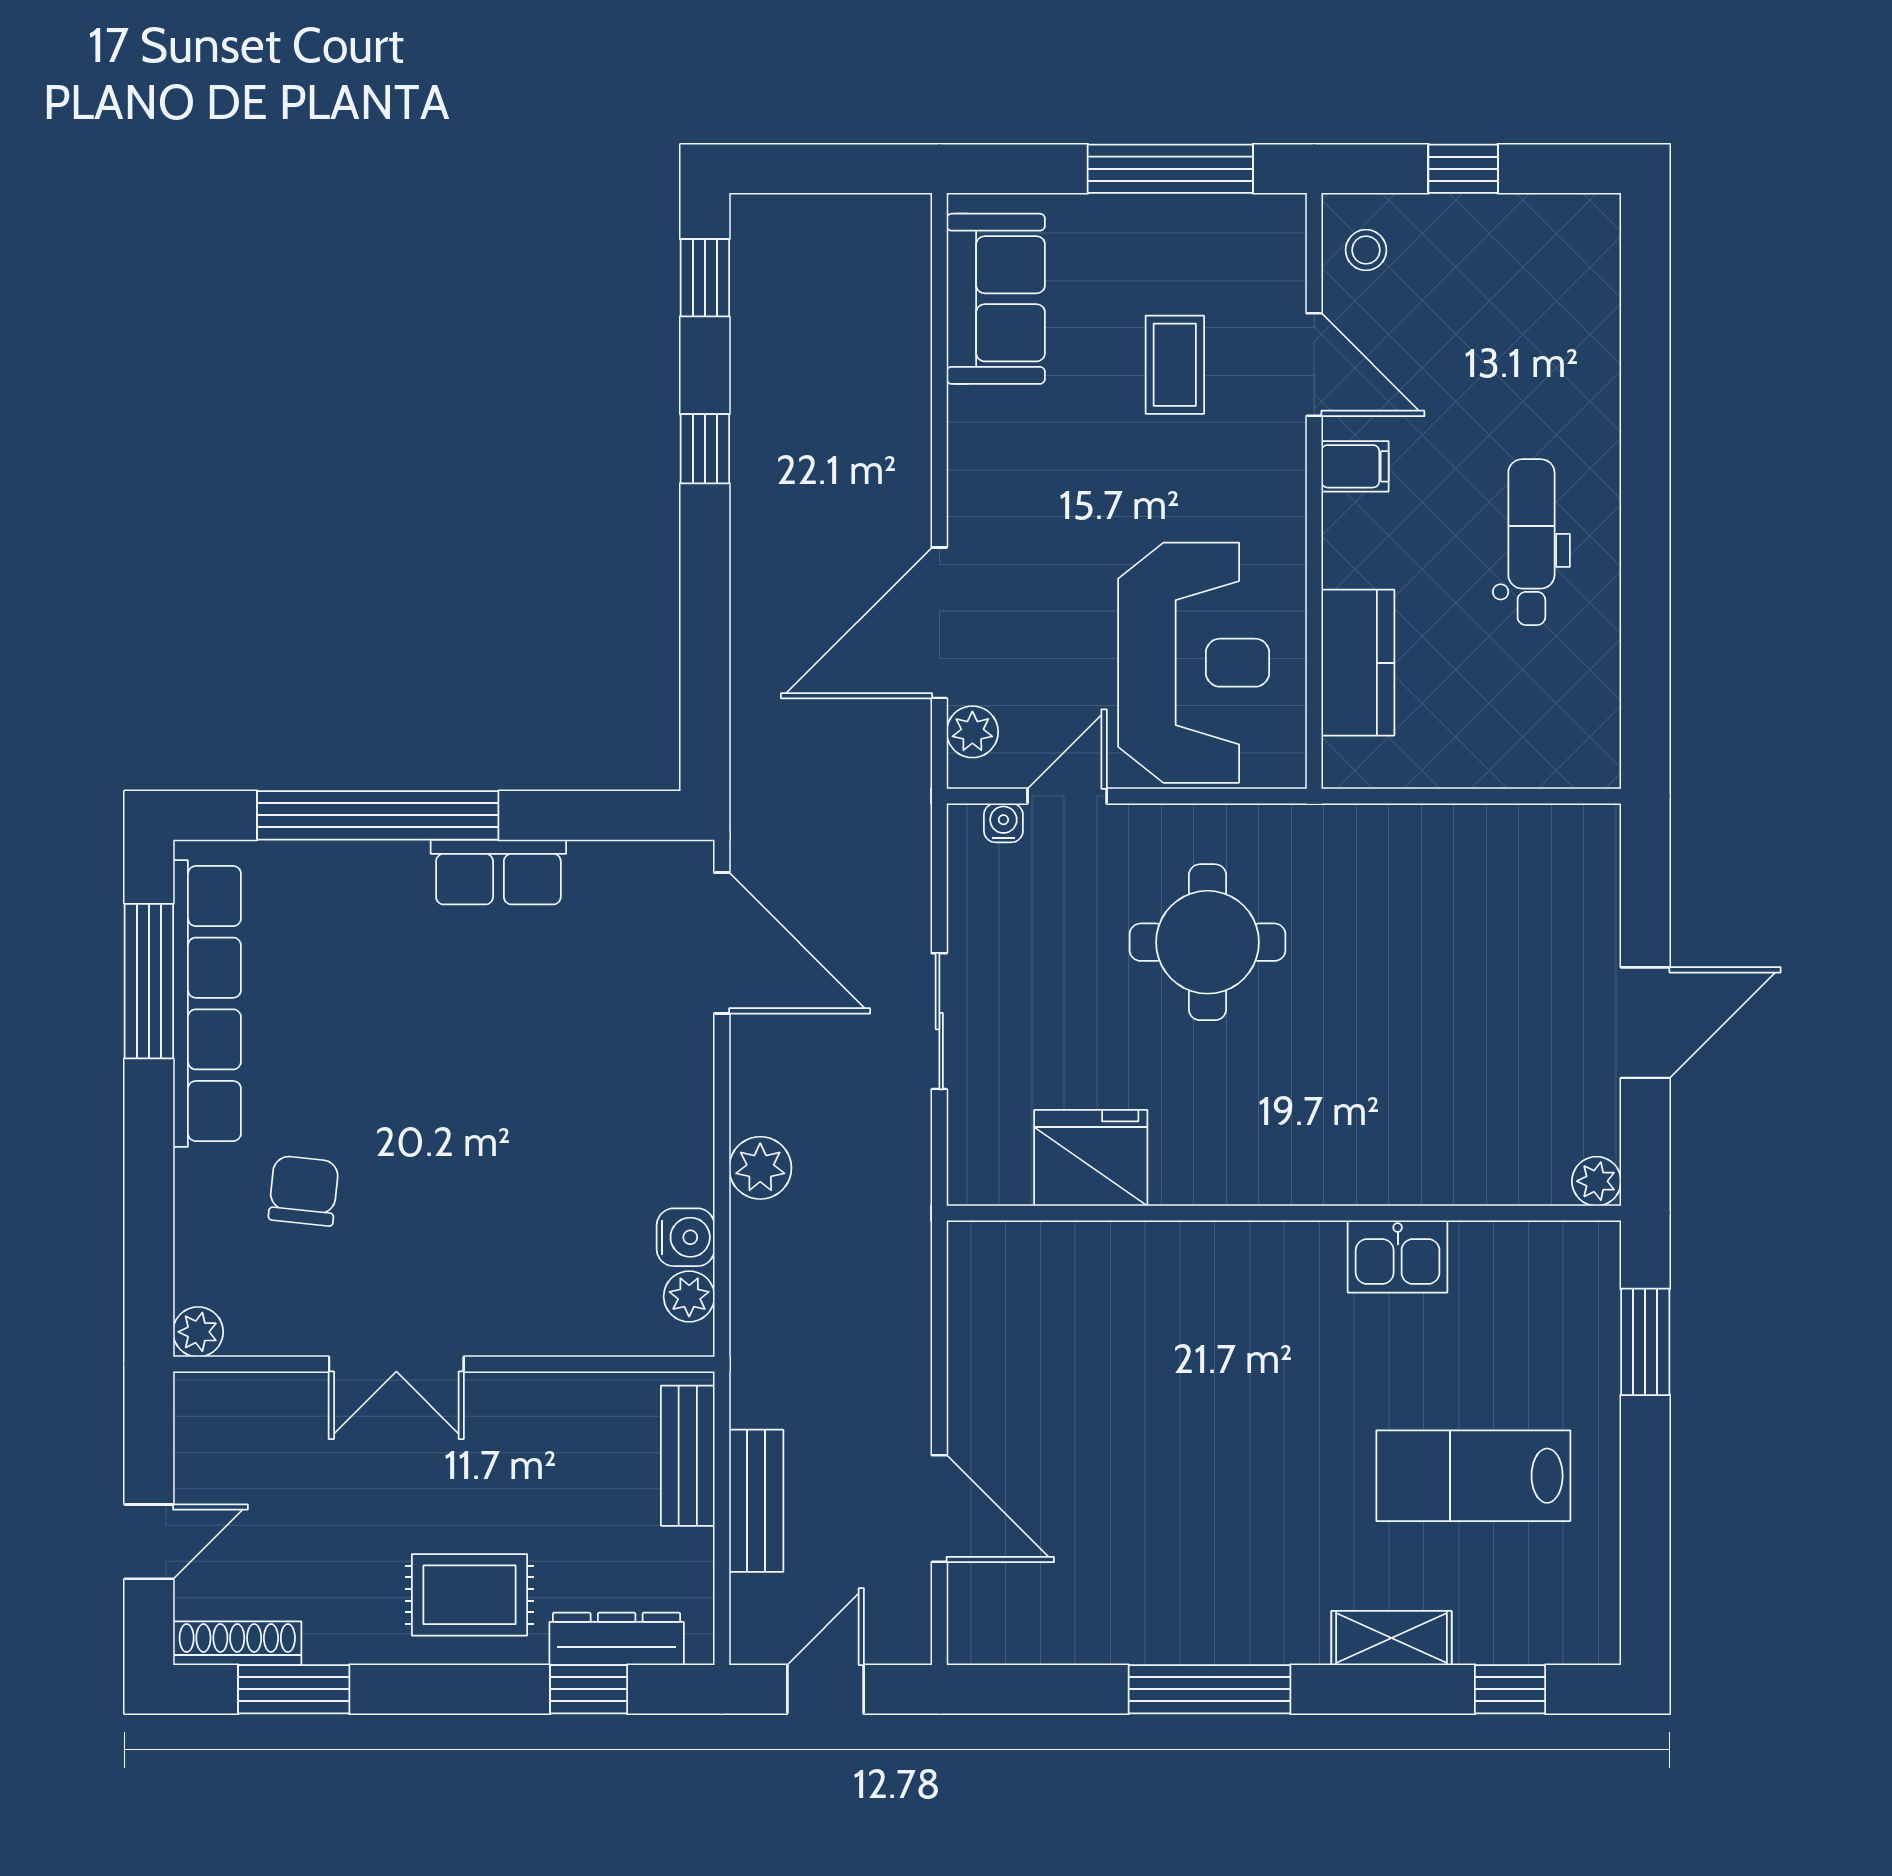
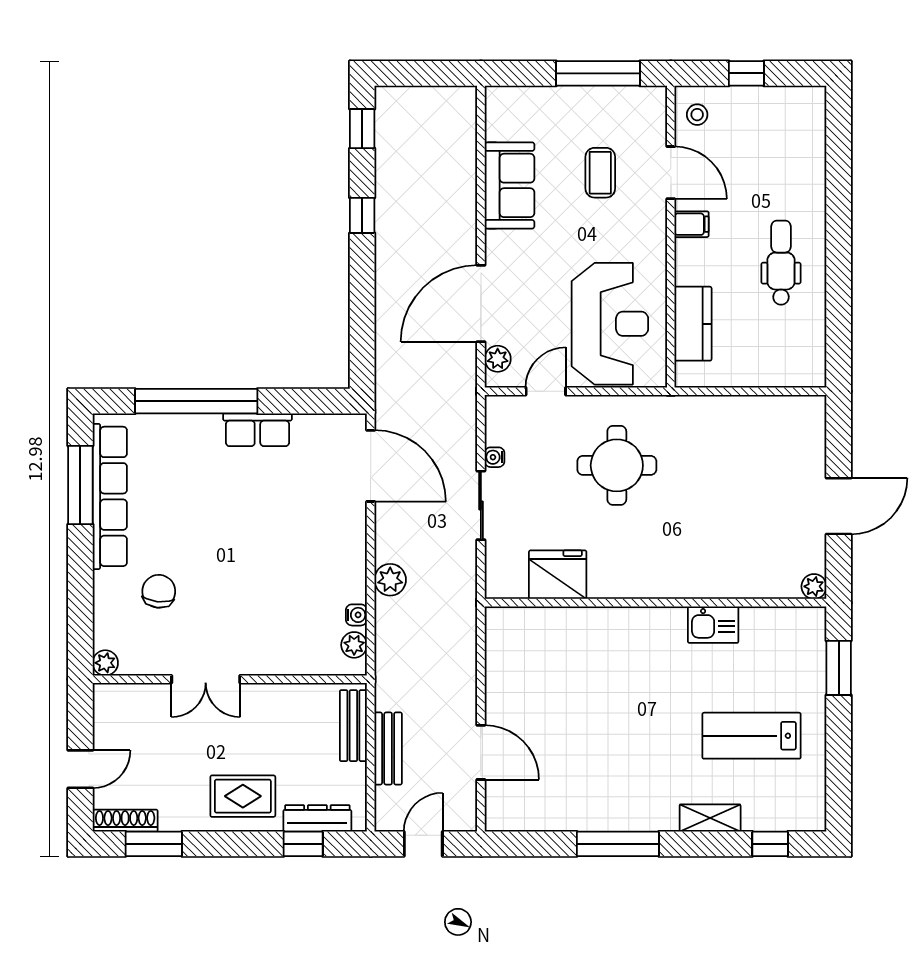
sofa: (996, 299) -> (510, 185), moved
water cooler: (1003, 823) -> (494, 457), moved, turned -90
water cooler: (686, 1237) -> (356, 615), width x0.72, depth x0.72

